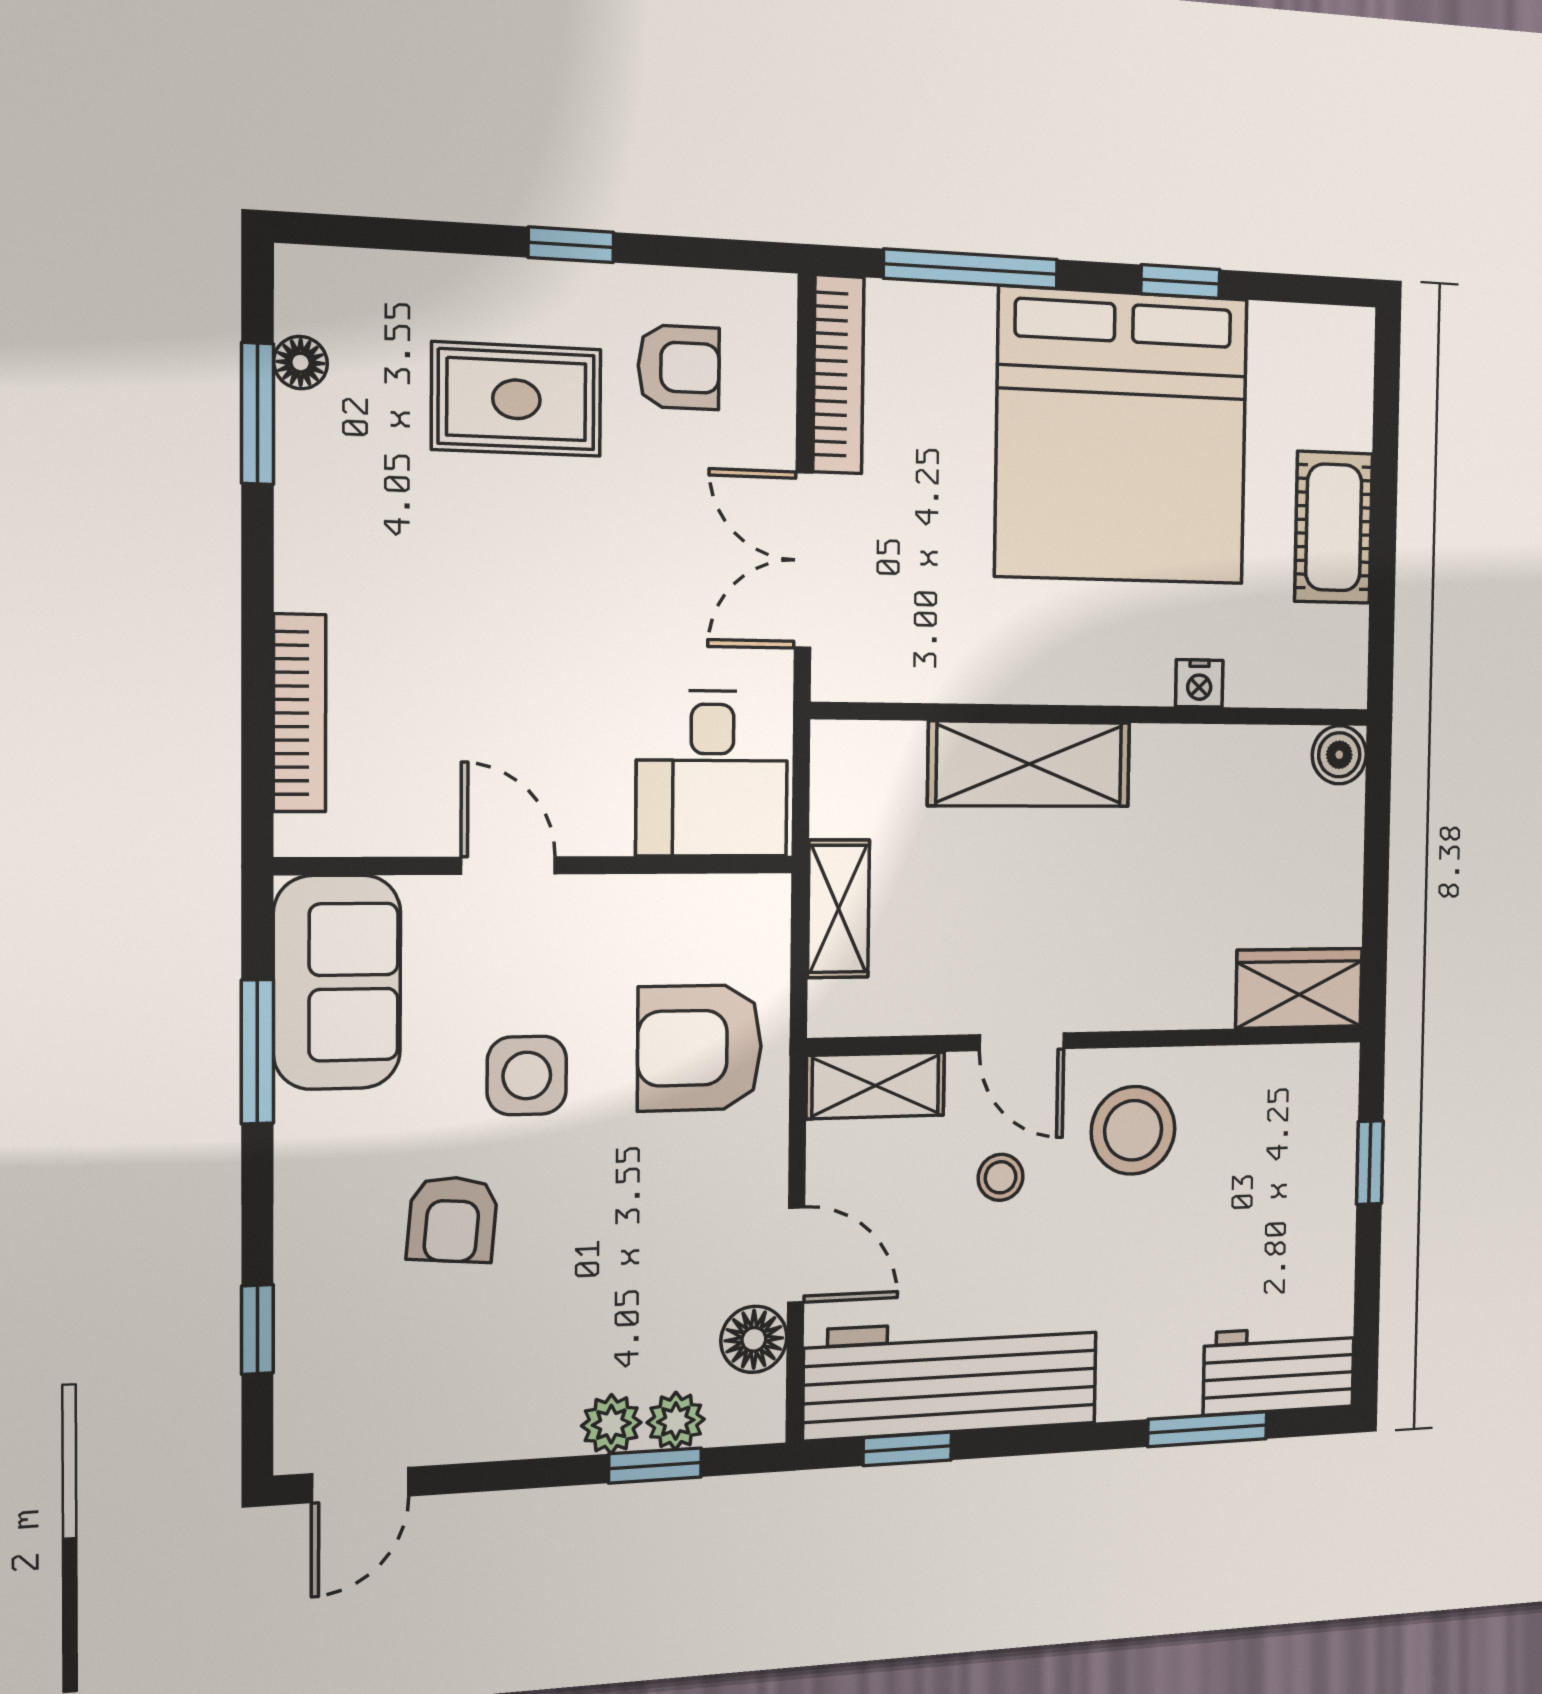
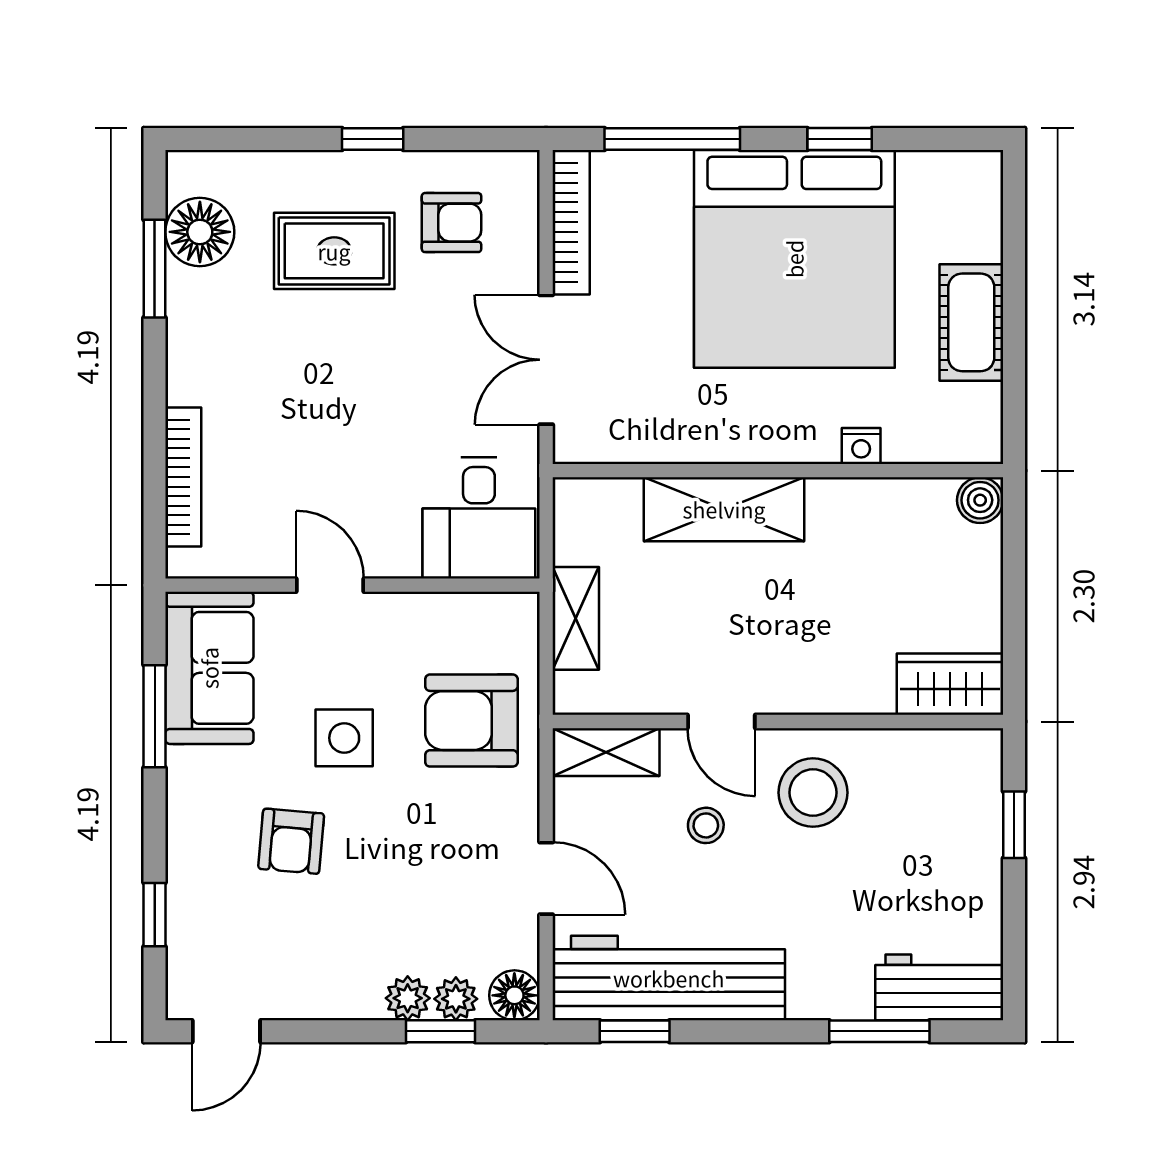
floor lamp: (301, 363) -> (200, 232), width x1.89, depth x1.89
floor lamp: (754, 1339) -> (514, 995), moved

